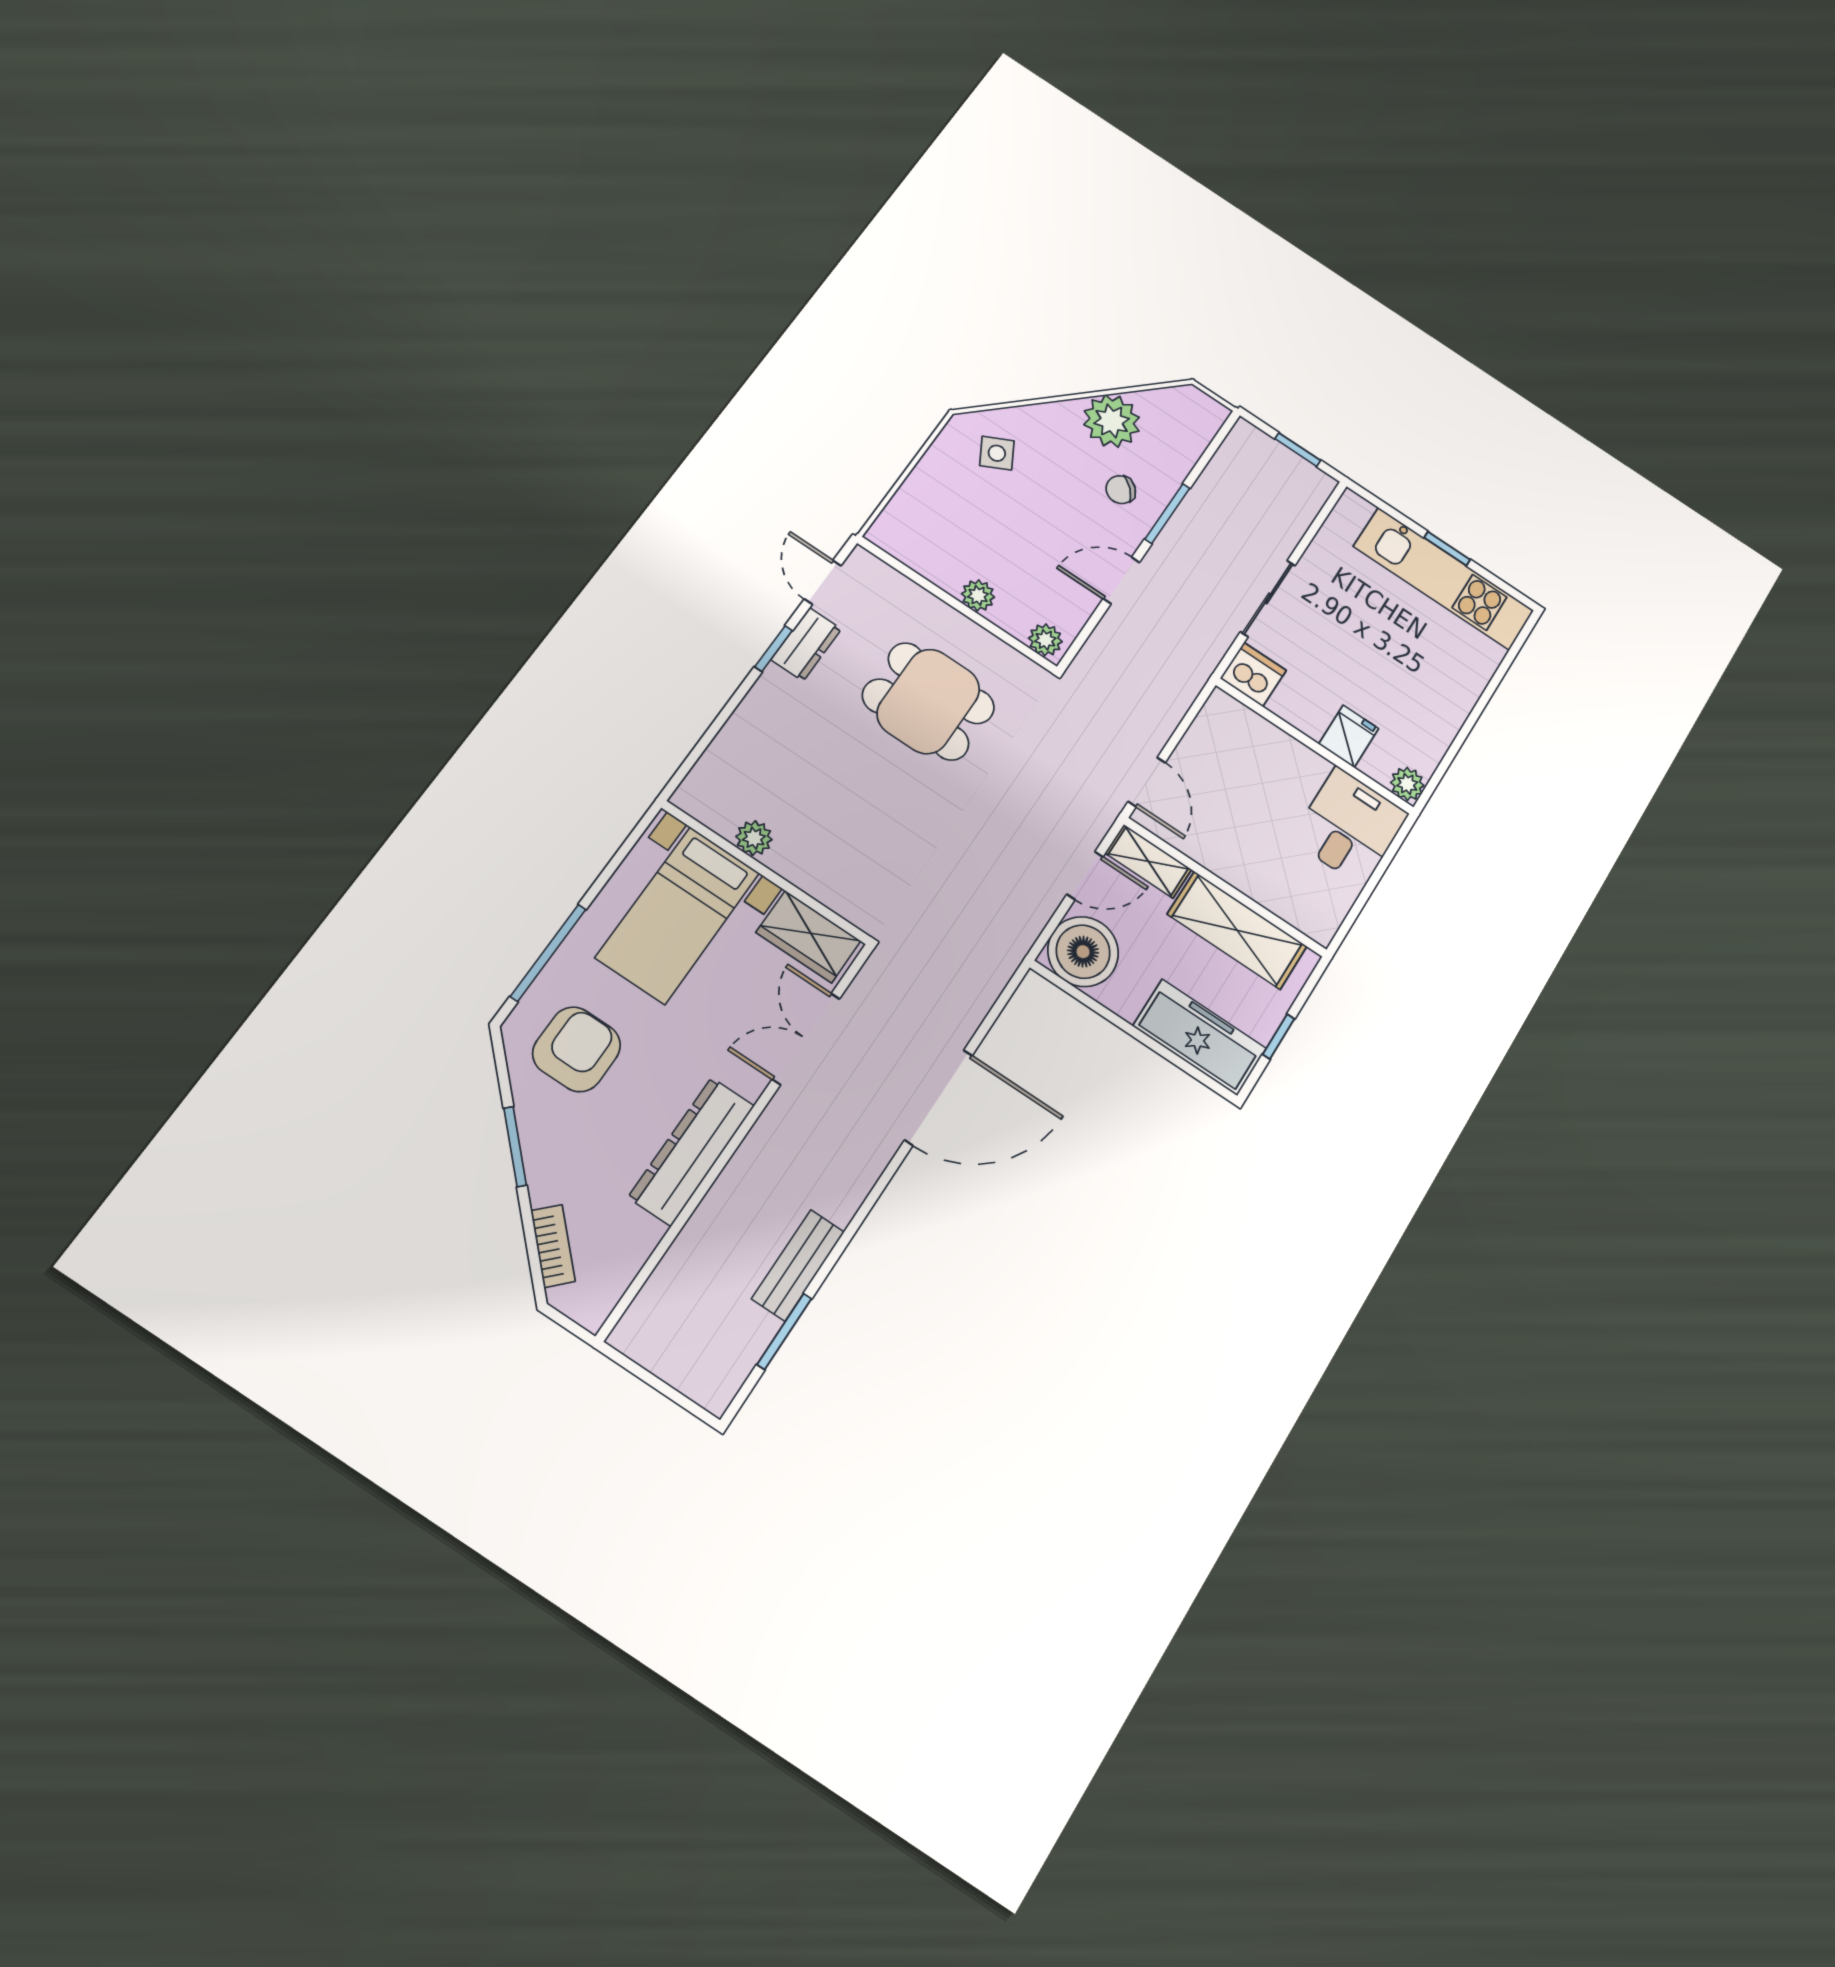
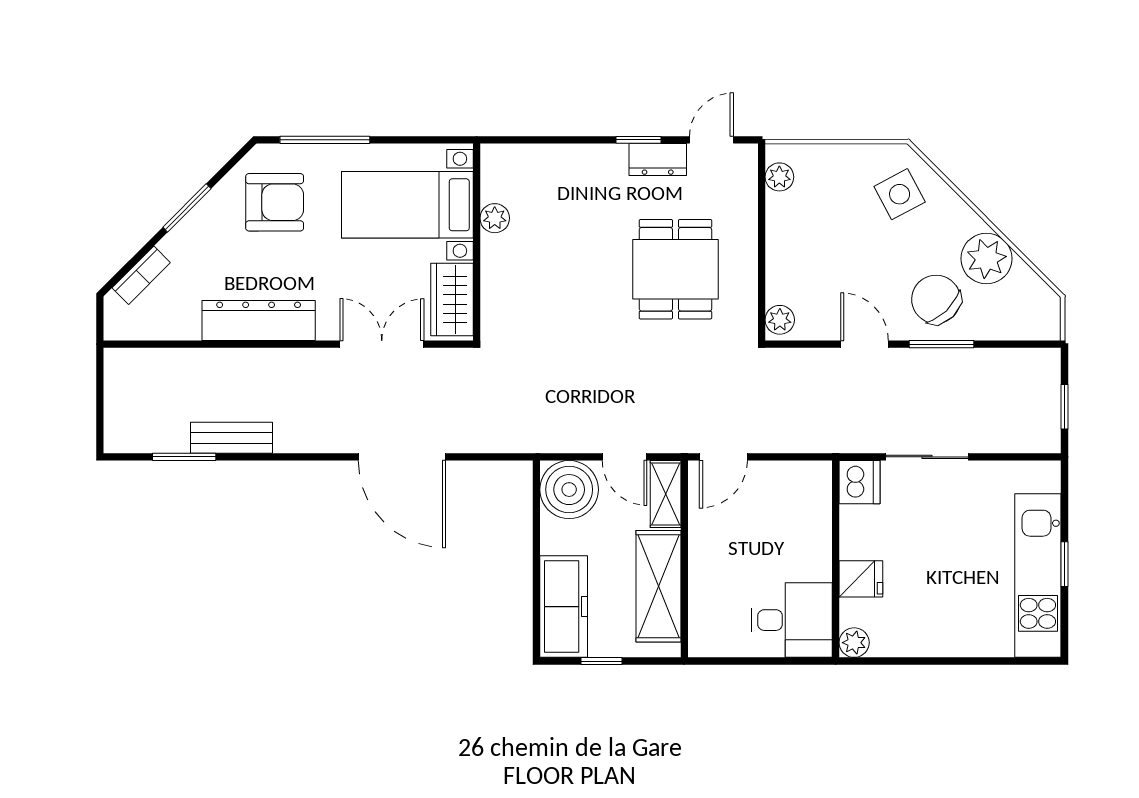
side table: (997, 453) -> (900, 194), width x1.37, depth x1.37
chair: (1121, 490) -> (936, 299), width x1.87, depth x1.87
plant: (978, 595) -> (779, 177), moved

